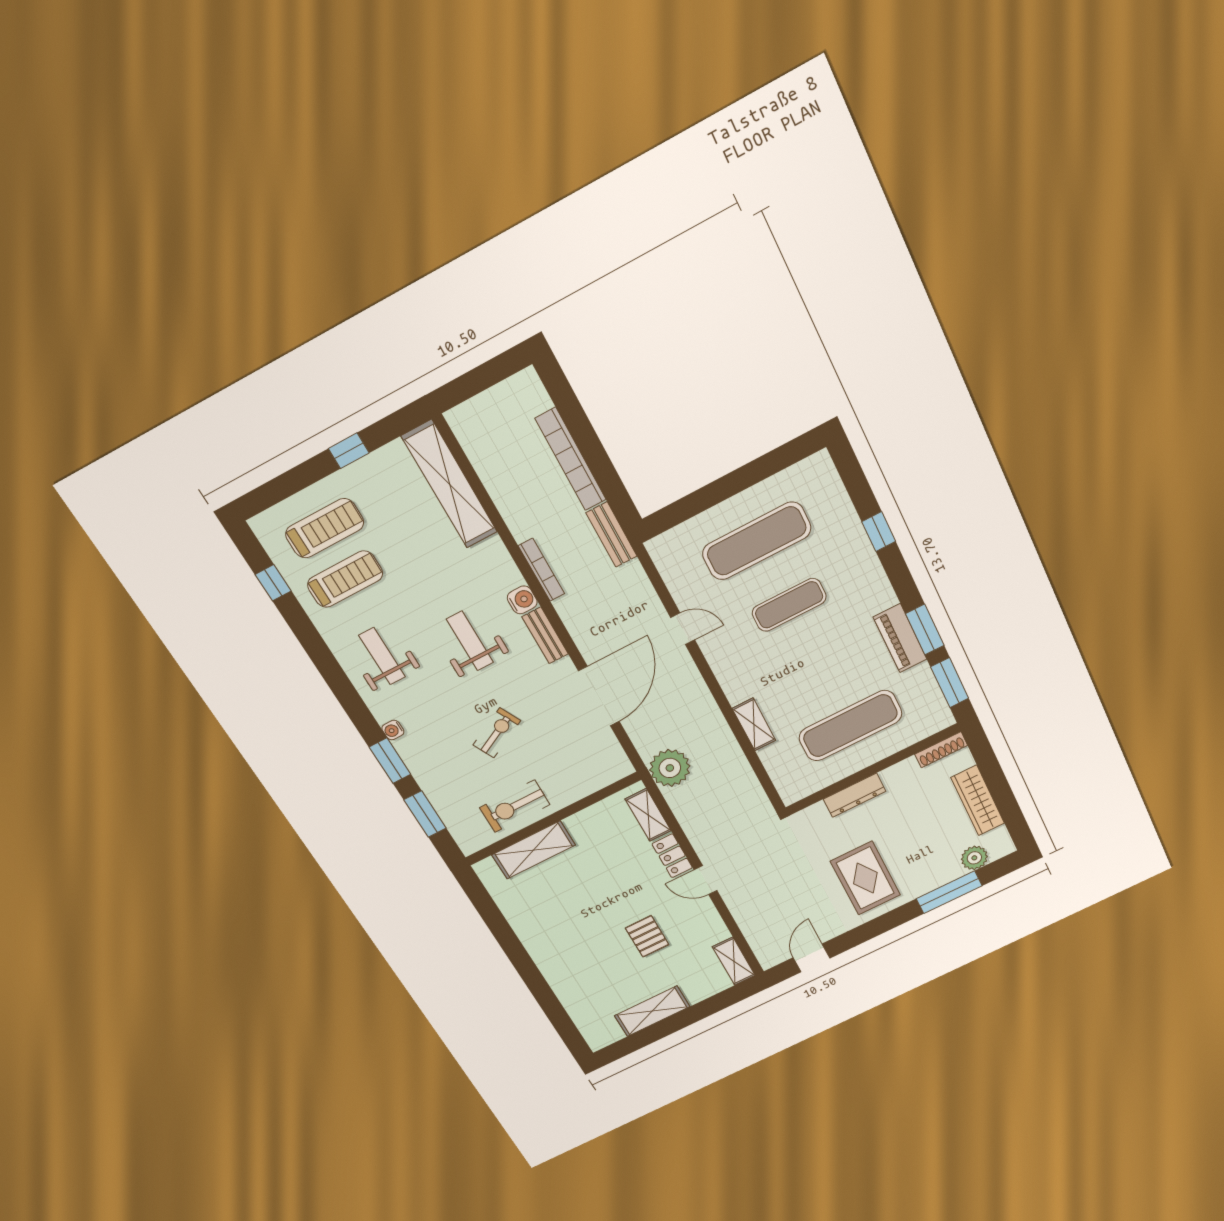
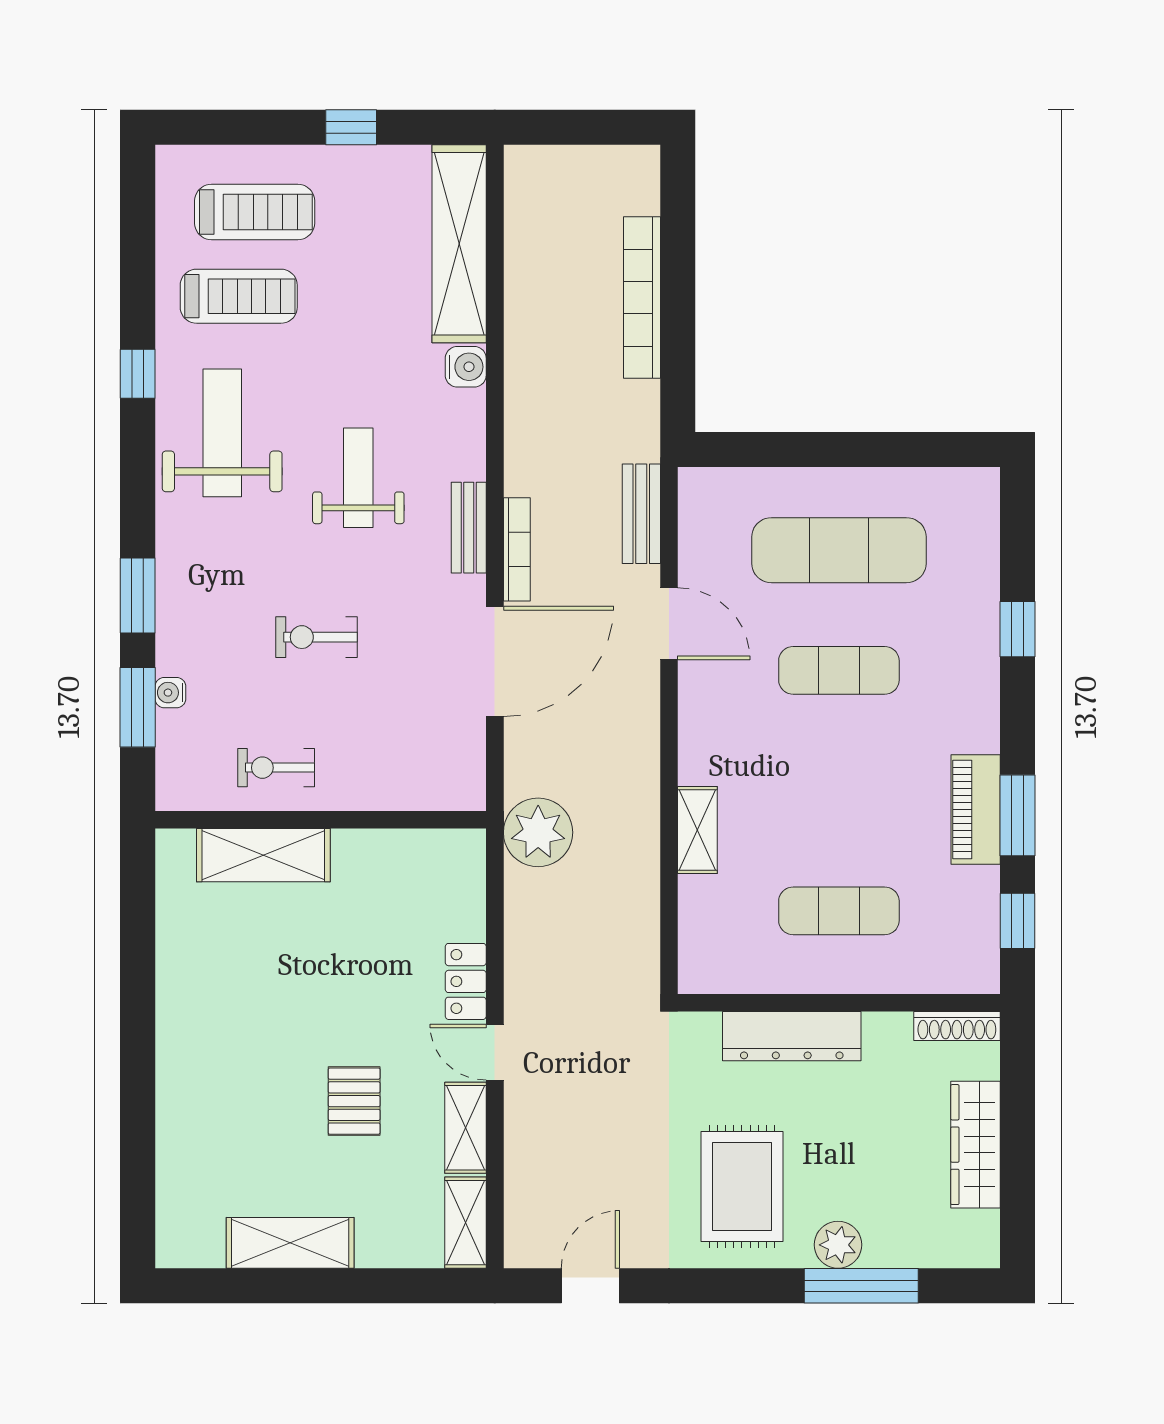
bench: (612, 535) -> (641, 514), moved
bookcase: (541, 570) -> (517, 549), moved
window: (273, 583) -> (138, 374), moved
water cooler: (522, 600) -> (466, 367), moved
door: (683, 629) -> (669, 624), width x1.37
weight bench: (382, 656) -> (222, 433), width x1.36, depth x1.33
window: (950, 683) -> (1017, 921), width x0.67
exercise mat: (850, 726) -> (839, 911), width x0.73, depth x0.69
water cooler: (393, 730) -> (170, 693), moved
exercise bike: (497, 733) -> (316, 637), turned -153
dresser: (855, 795) -> (792, 1036), width x1.37, depth x1.24
exercise bike: (515, 806) -> (276, 768), width x0.73, depth x0.72
shelving: (648, 815) -> (466, 1128), moved
plant: (974, 858) -> (838, 1245), moved

